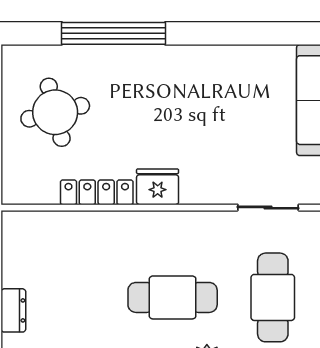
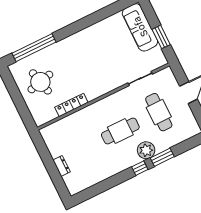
window: (114, 33) -> (34, 48), moved
fridge: (158, 187) -> (94, 91), removed

